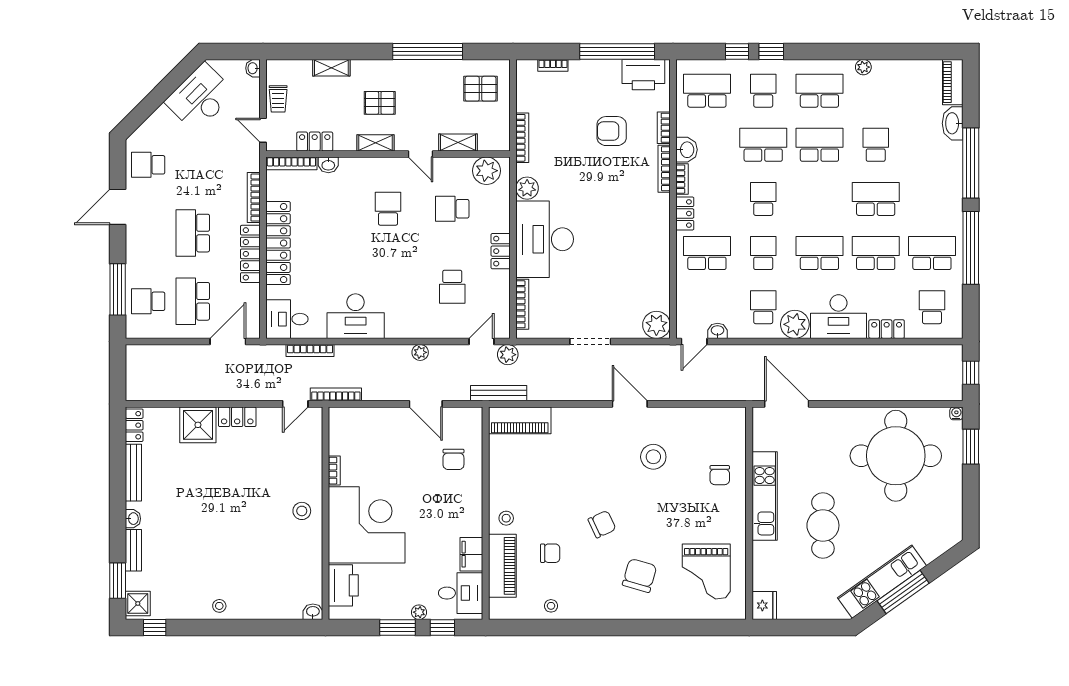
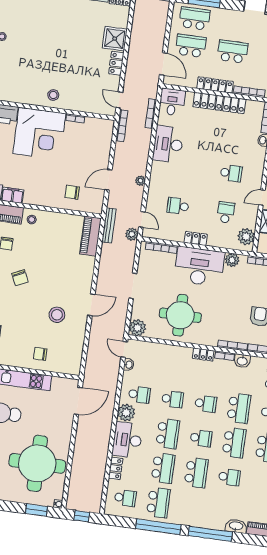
school desk: (707, 253) -> (201, 438), moved, width x0.54
round table: (627, 259) -> (180, 315), added
school desk: (148, 301) -> (195, 18), width x1.85

